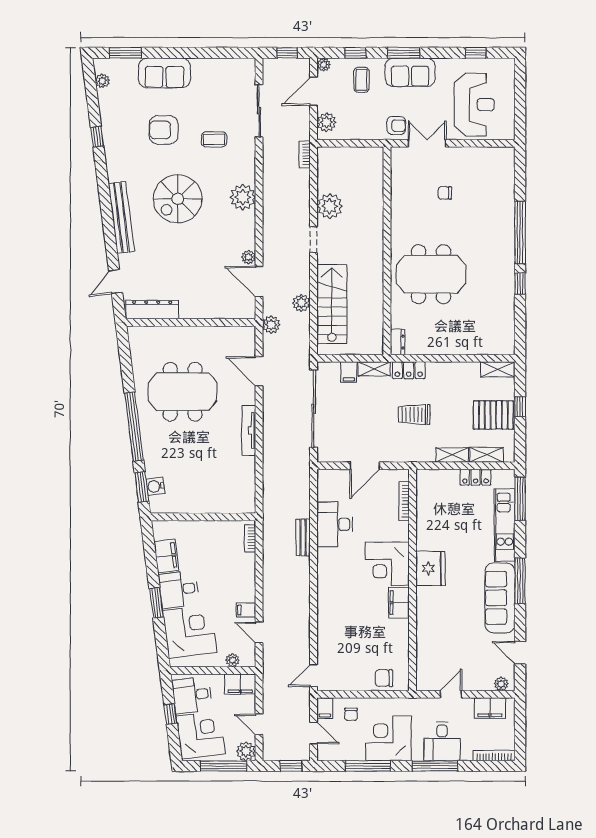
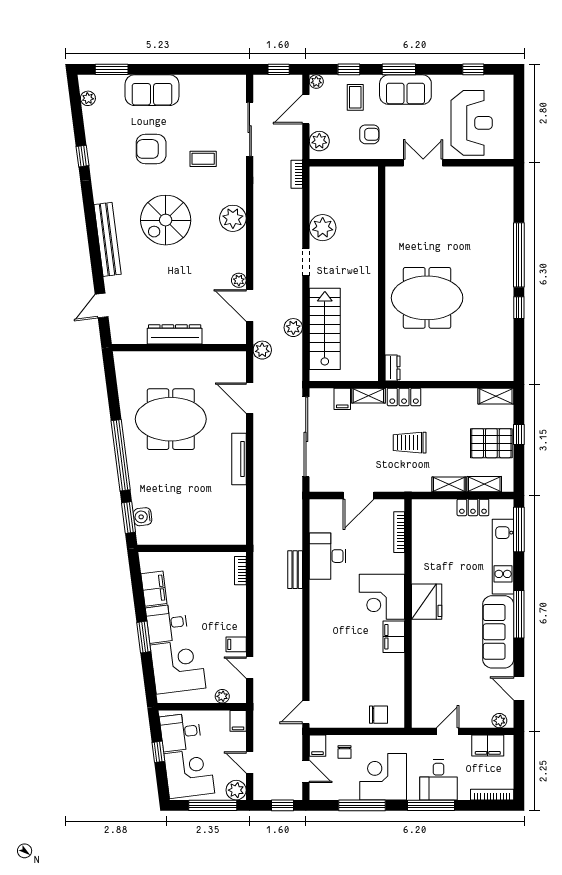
armchair: (396, 125) -> (369, 134), moved
chair: (445, 193) -> (441, 214), removed
dresser: (152, 310) -> (175, 334), moved
chair: (384, 678) -> (378, 715), turned 180
filing cabinet: (240, 684) -> (238, 721), width x0.50

